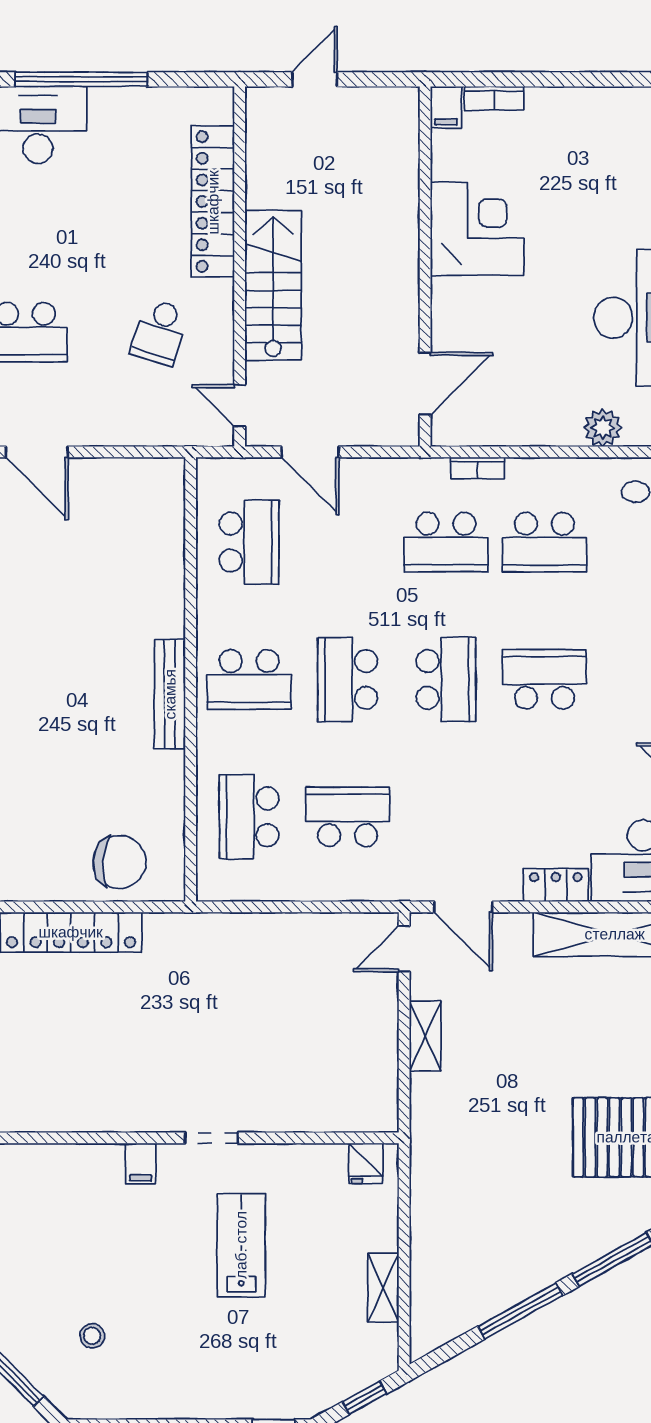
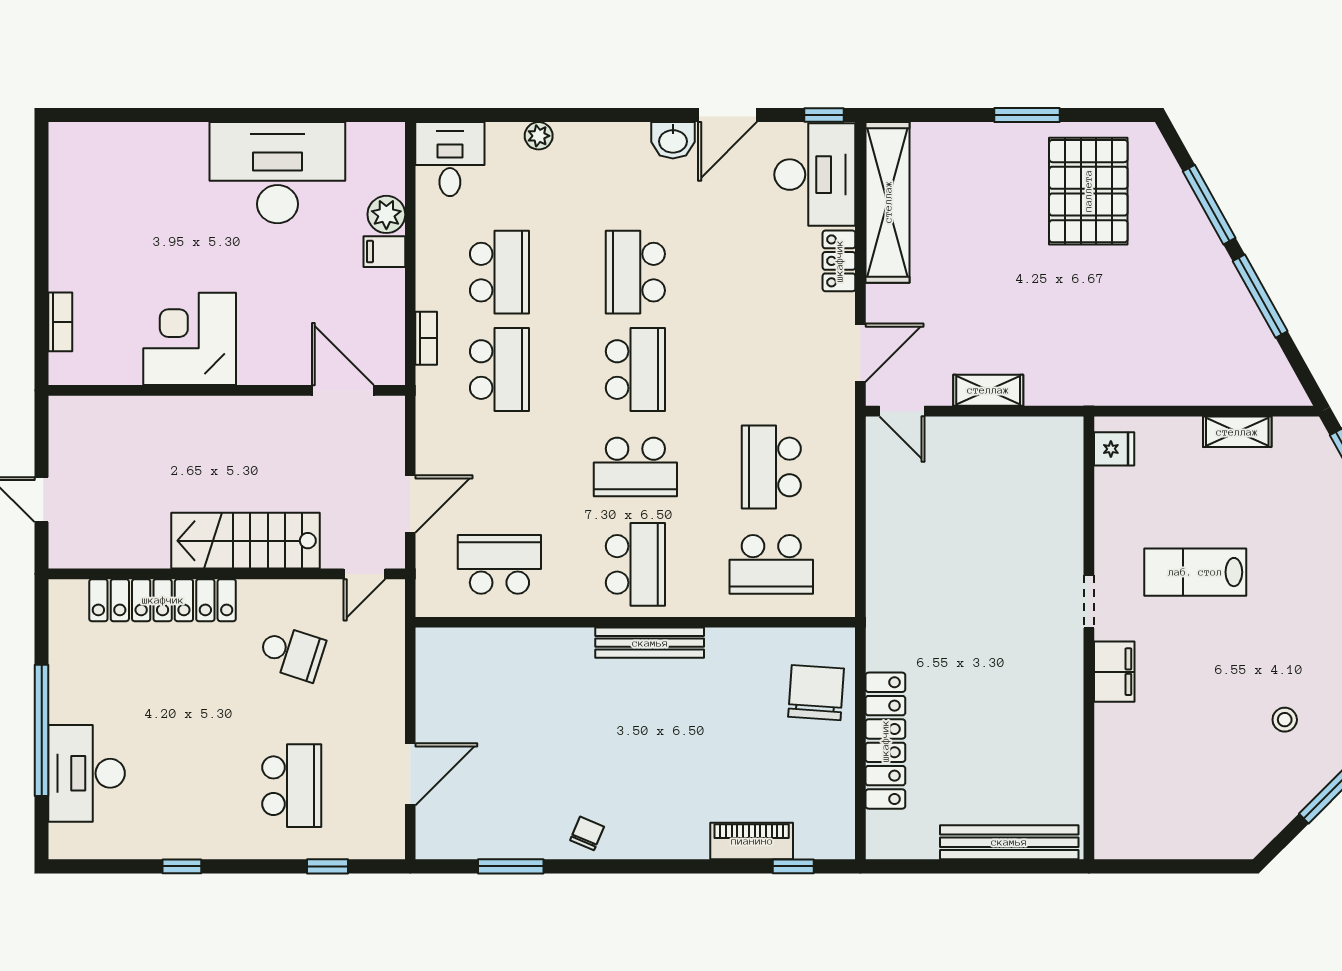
filing cabinet: (446, 107) -> (384, 252), moved, turned 180
school desk: (446, 679) -> (635, 370), turned 90
filing cabinet: (141, 1164) -> (1114, 672), width x2.00

